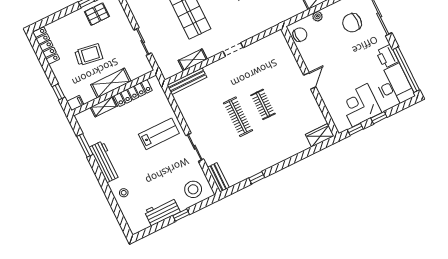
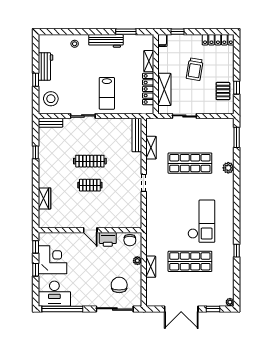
printer: (387, 56) -> (108, 239), moved, turned 180
shelving: (111, 83) -> (164, 89), moved
wardrobe: (320, 135) -> (44, 198), moved

